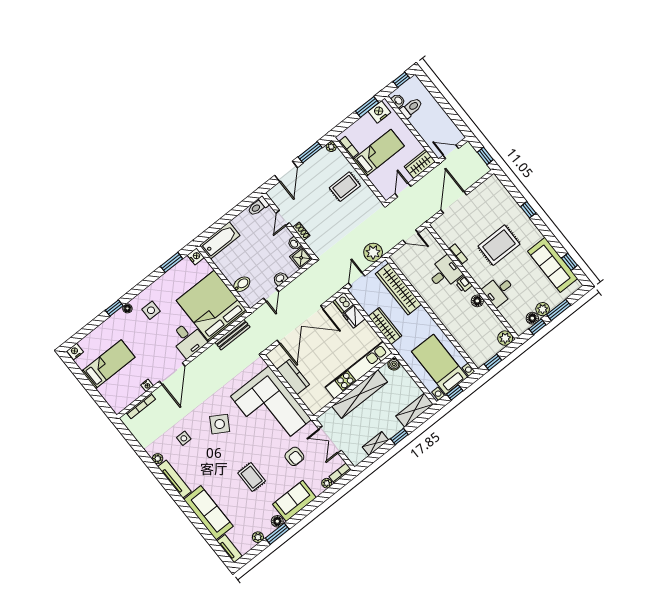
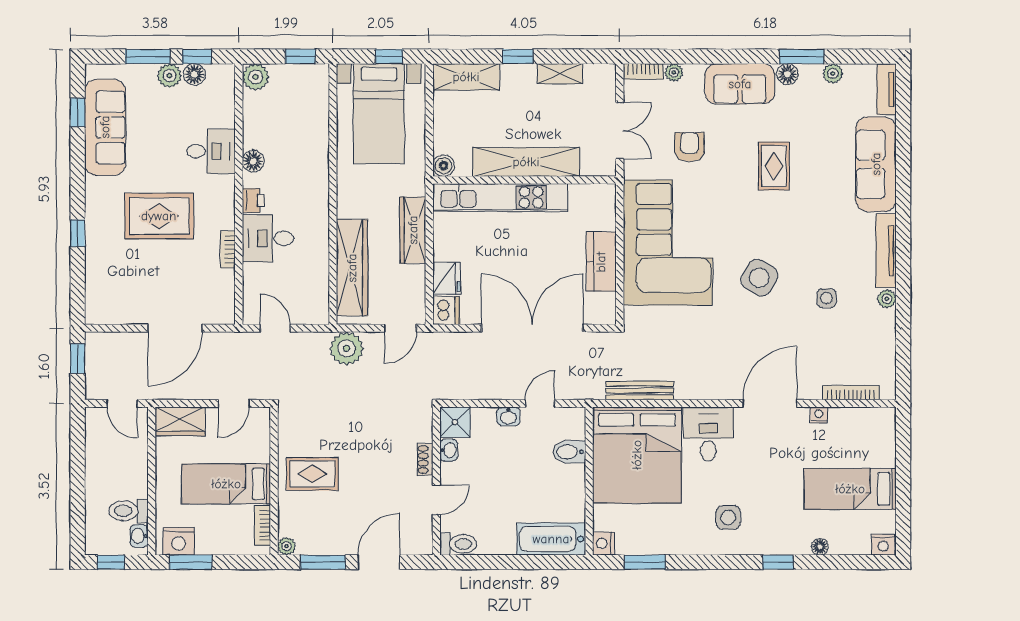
floor lamp: (127, 308) -> (820, 547), moved

